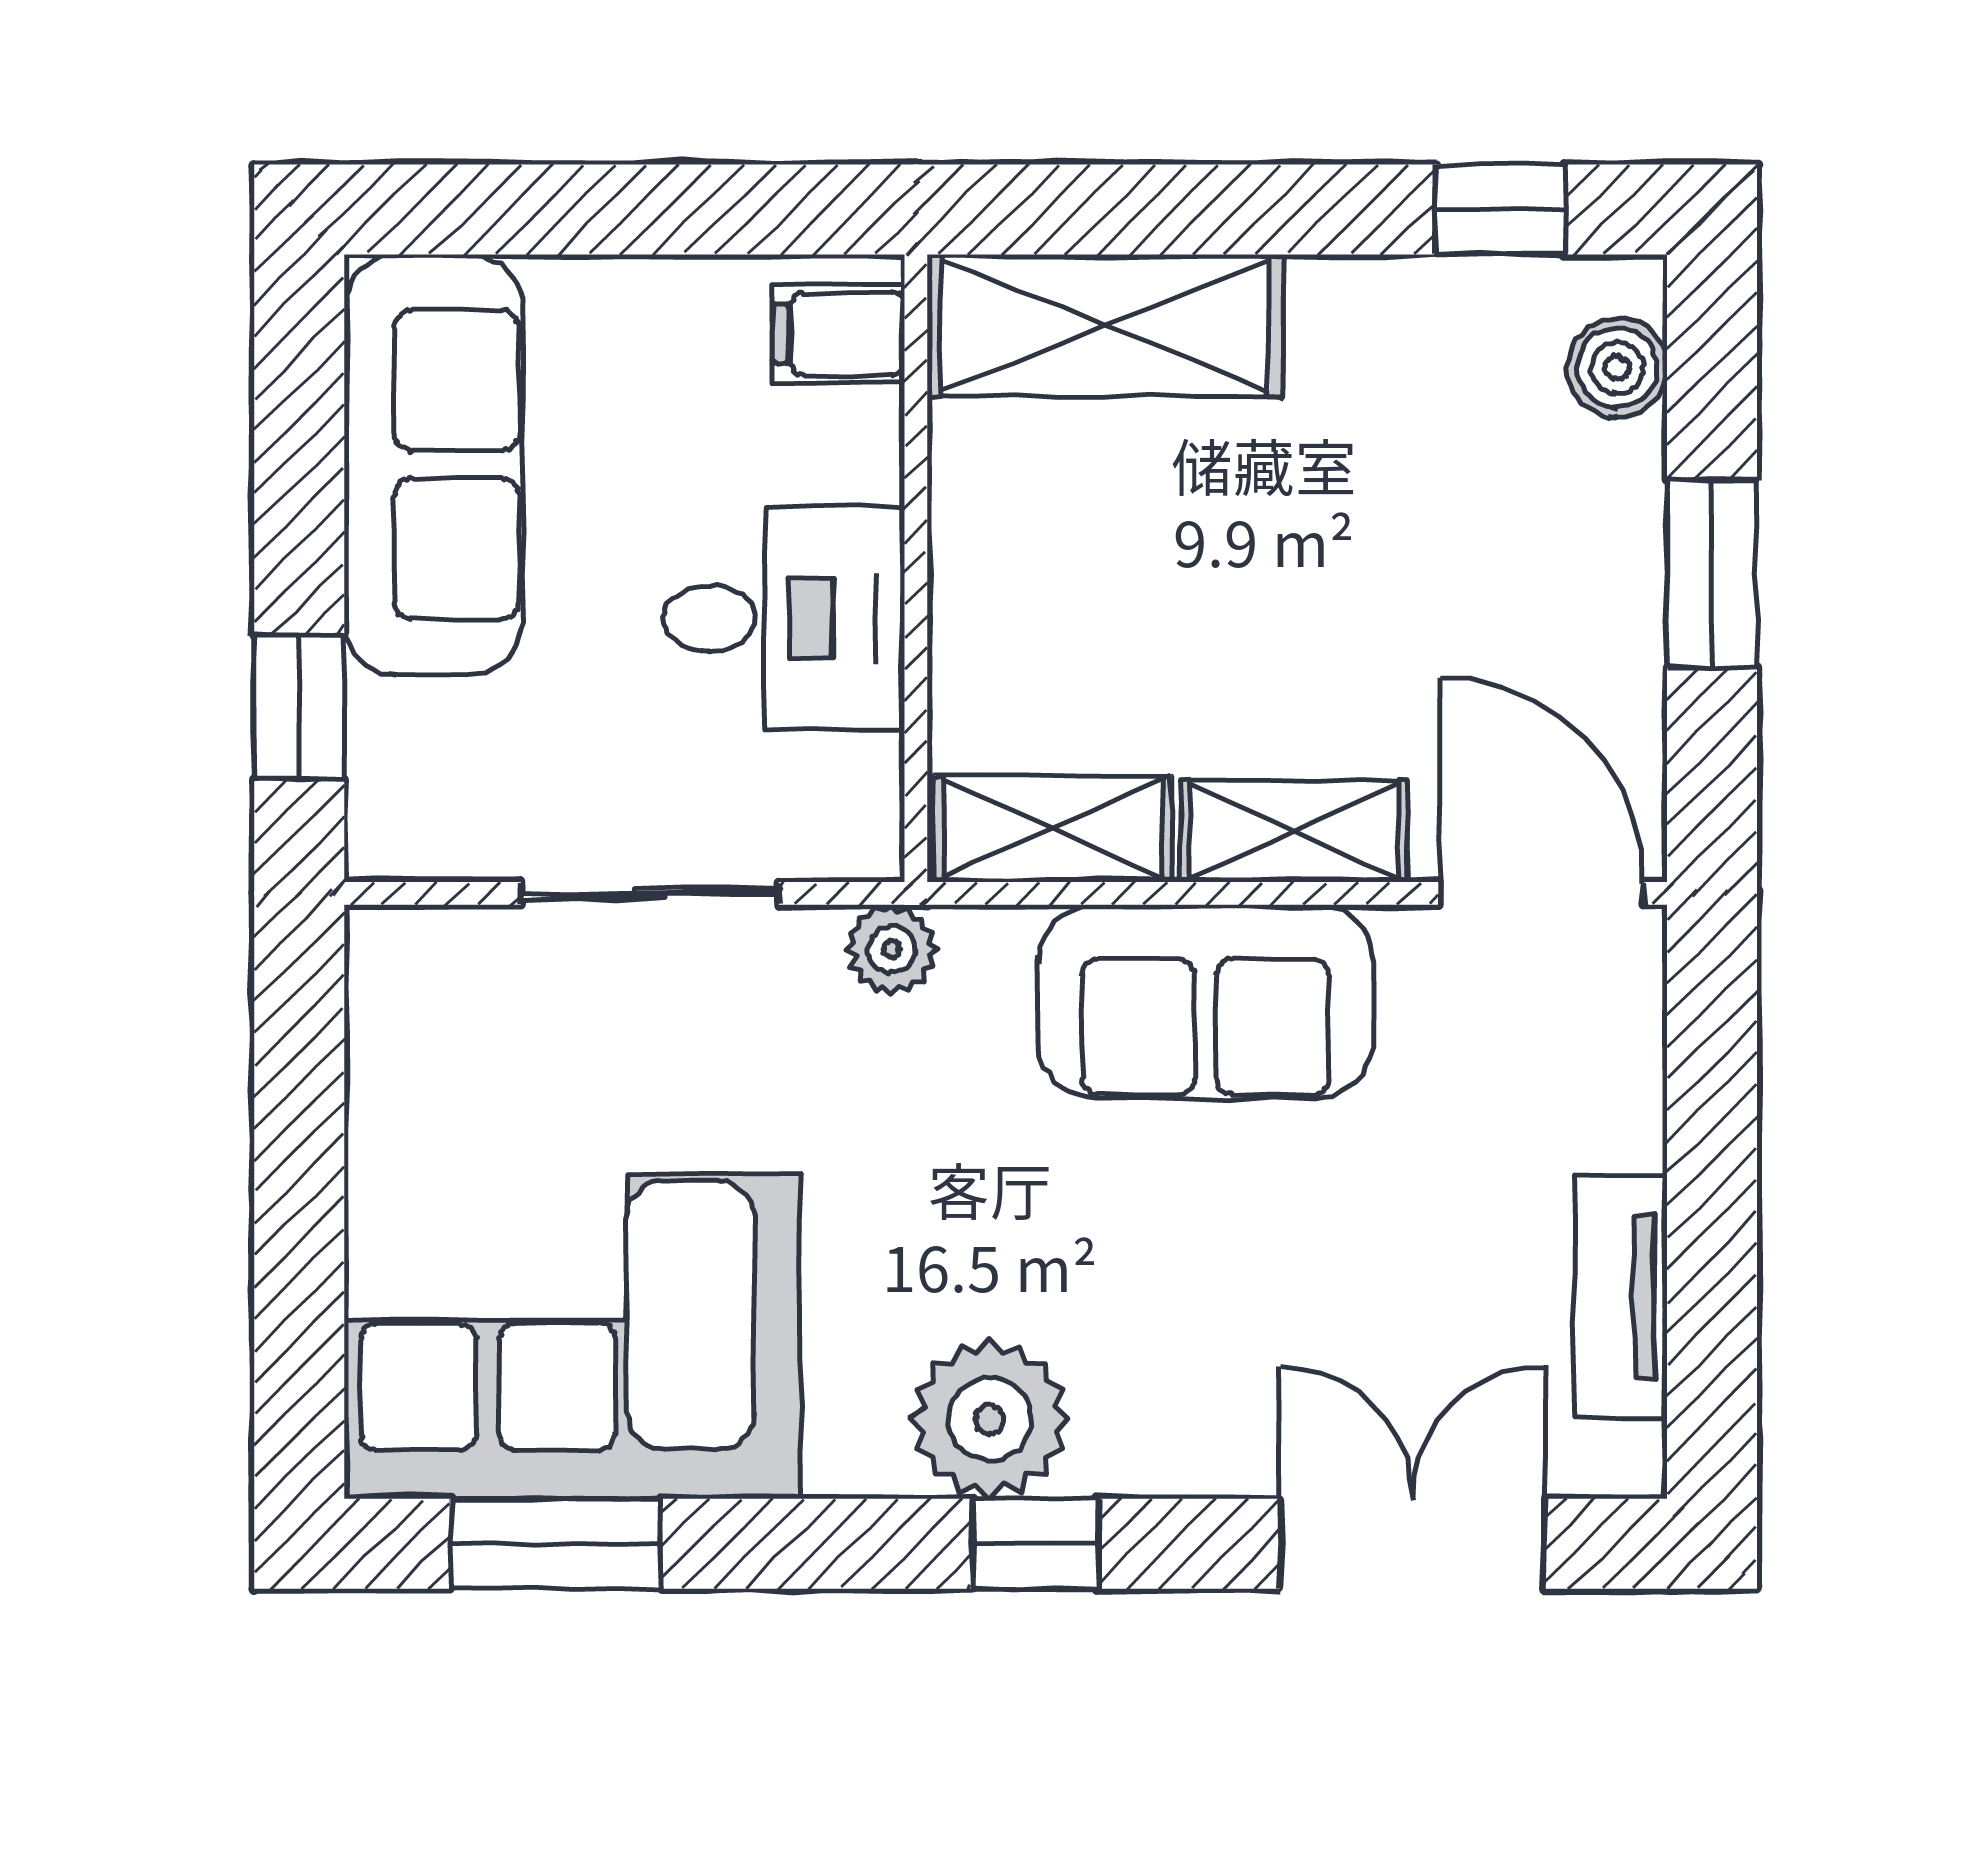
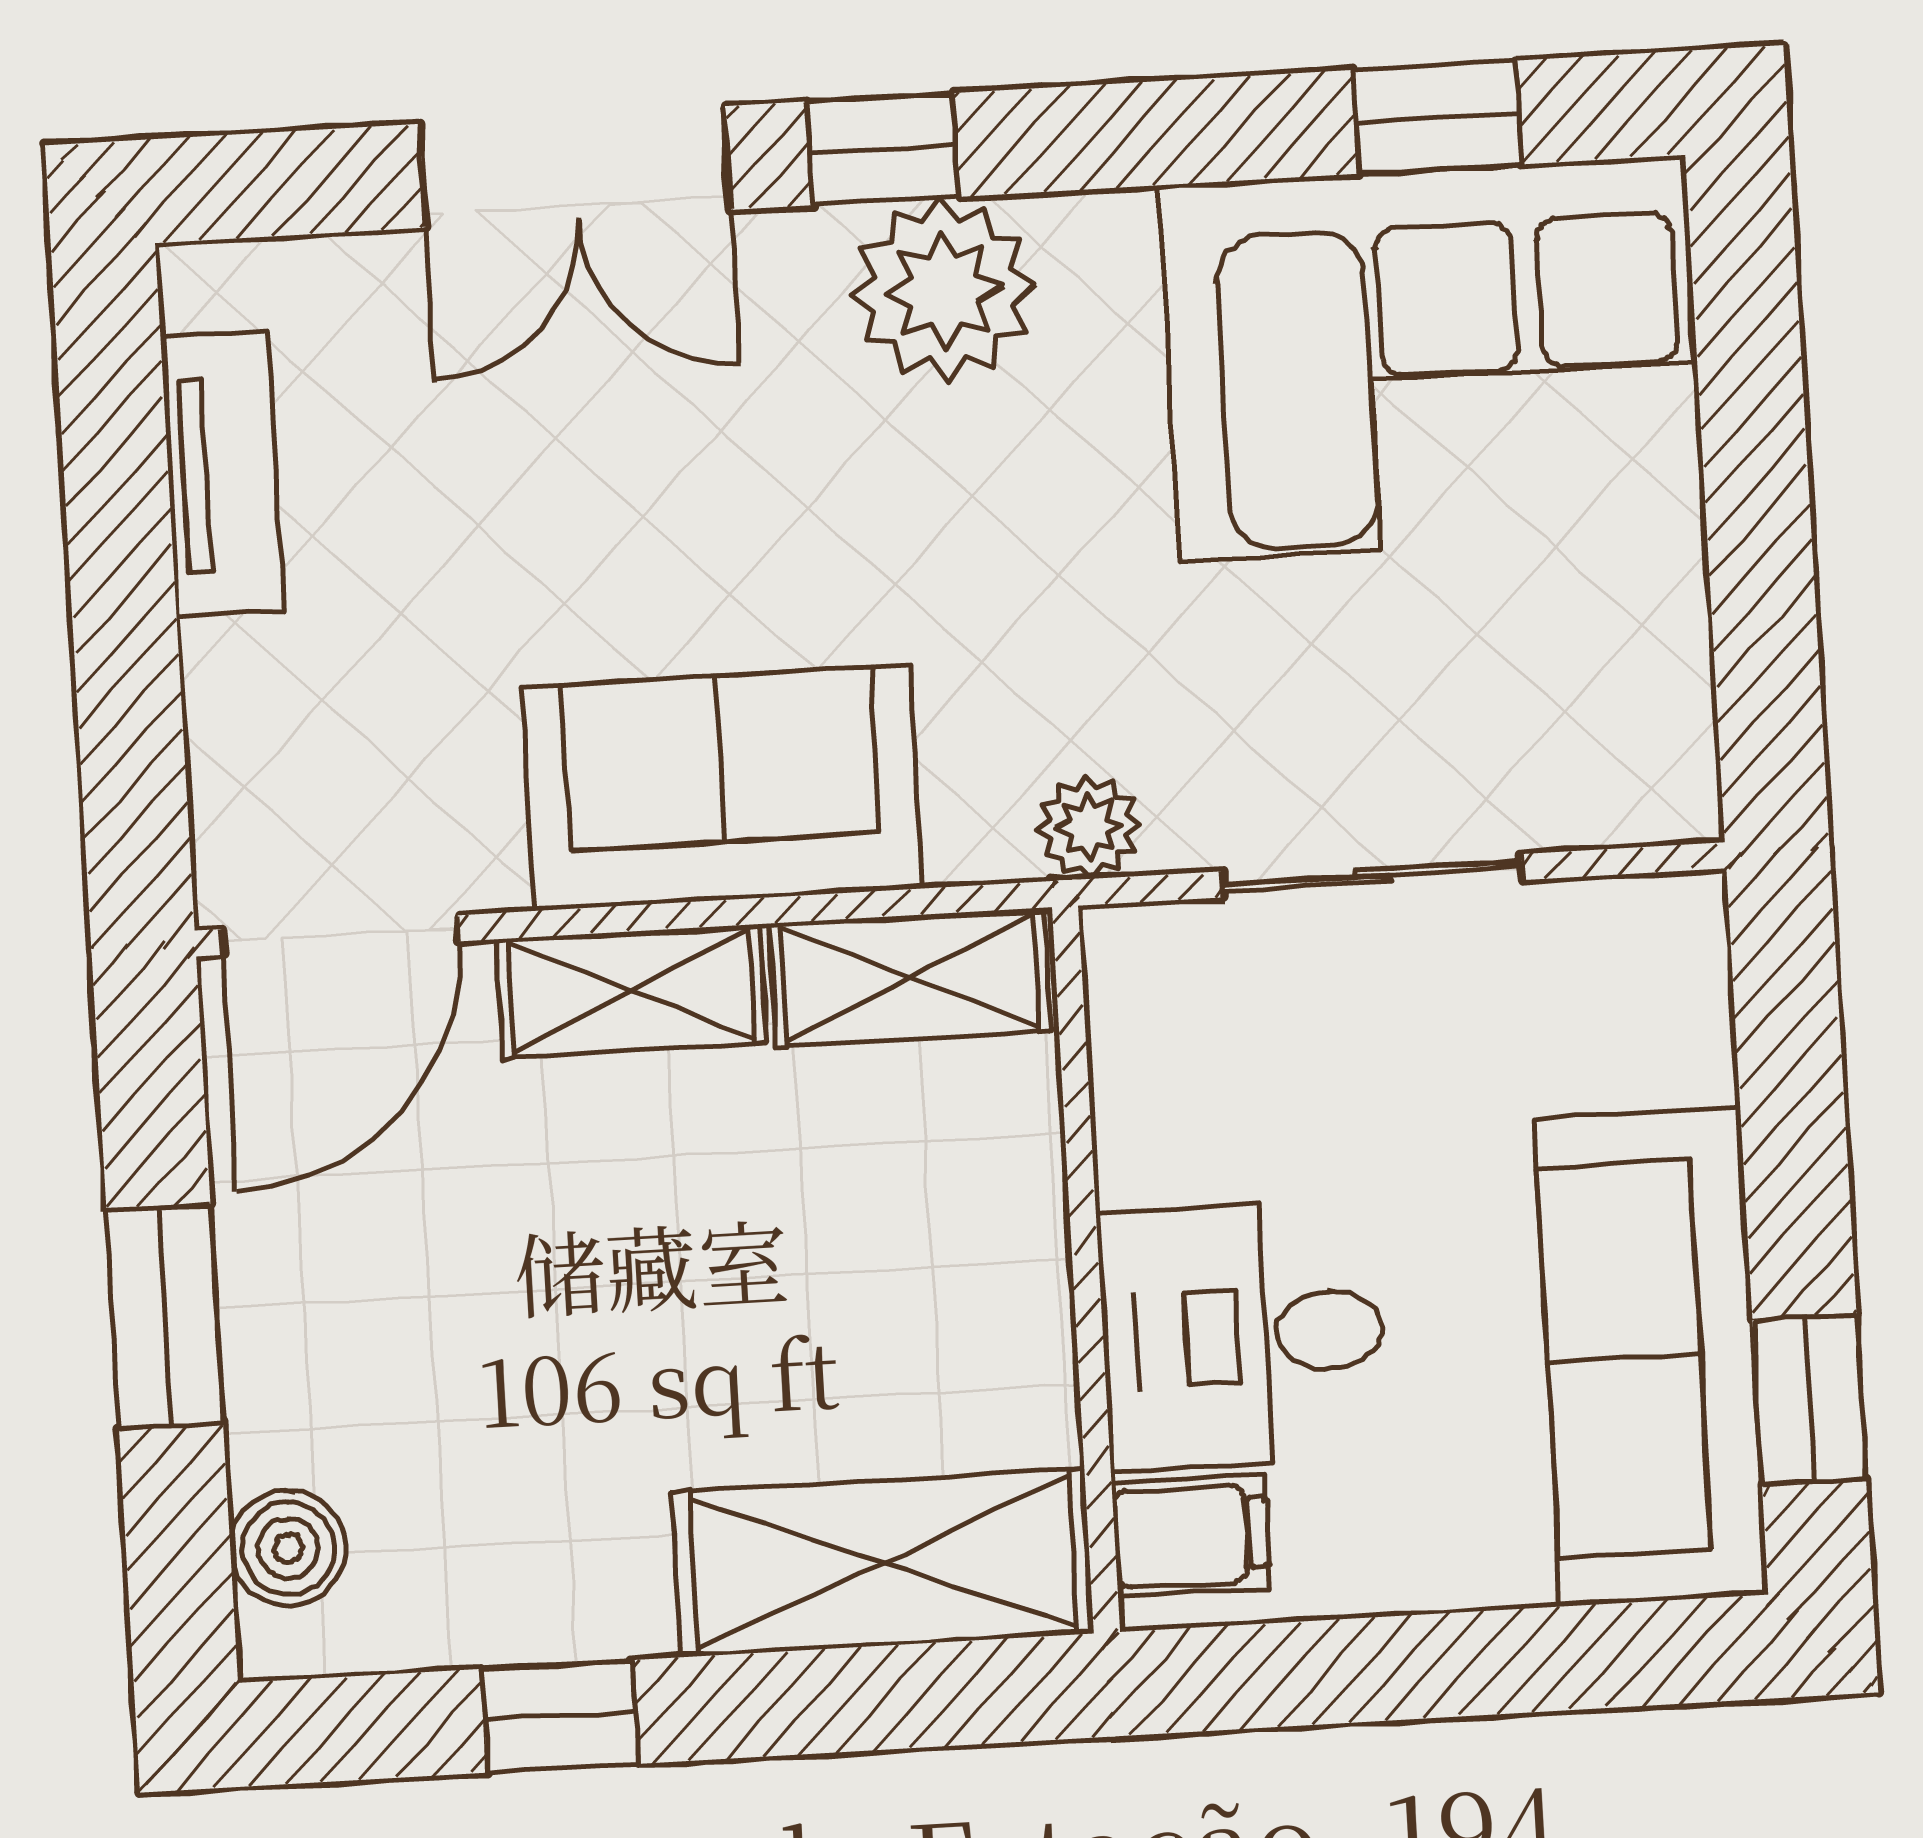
window: (1501, 209) -> (560, 1716), moved
desk: (784, 618) -> (1243, 1335), moved
window: (299, 707) -> (1809, 1400), moved
door: (1542, 893) -> (340, 935), hinge flipped
window: (556, 1544) -> (1438, 117), width x0.67
double door: (1412, 1544) -> (575, 167), moved

